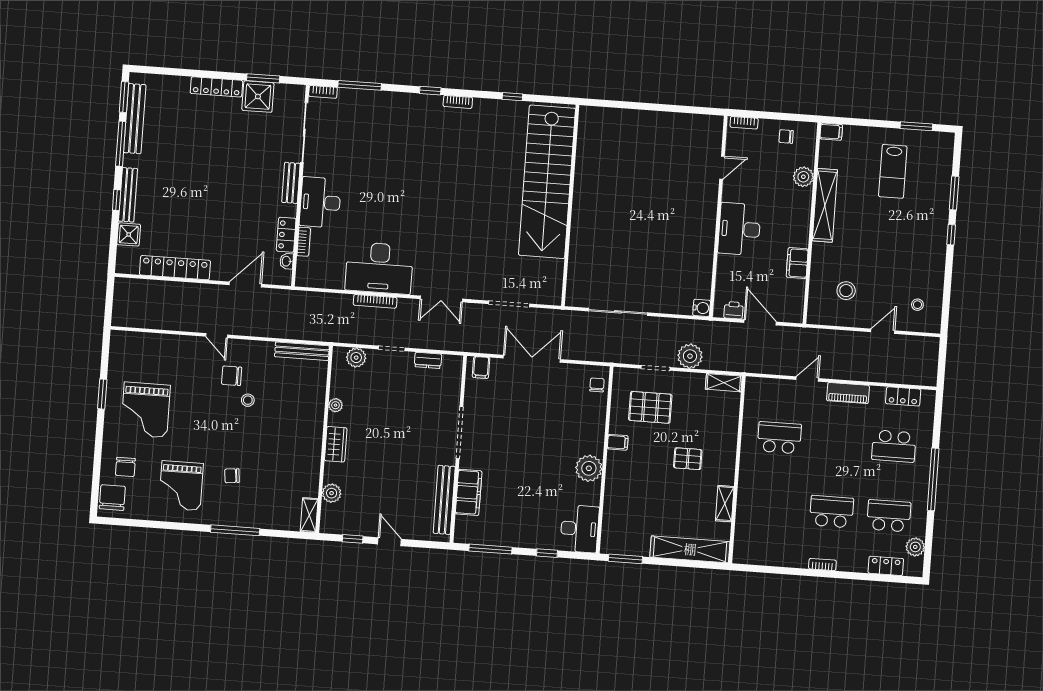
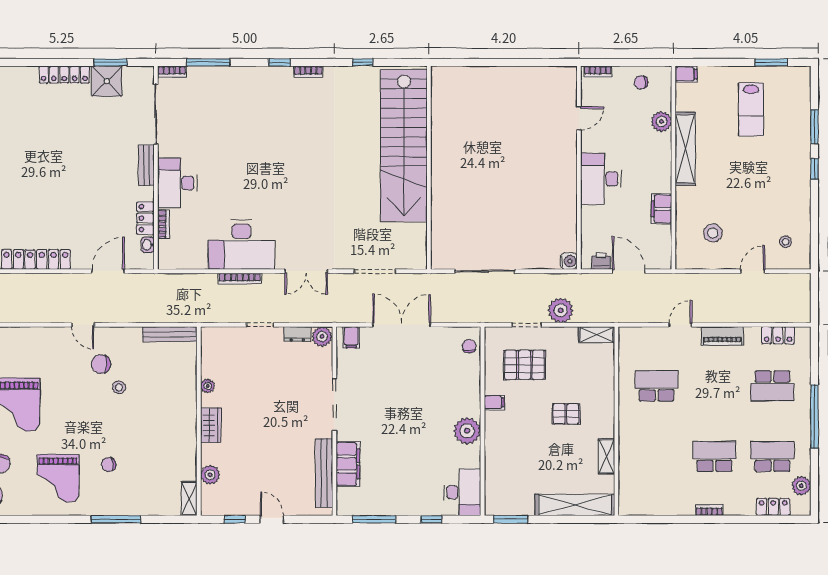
plant: (356, 358) -> (322, 337), moved

